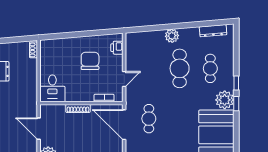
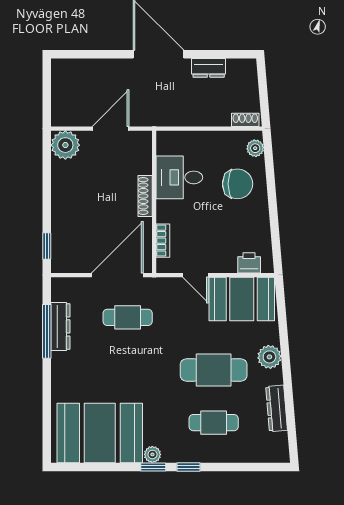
dresser: (213, 31) -> (277, 408), moved
plant: (50, 44) -> (255, 148), added
booth: (138, 52) -> (242, 299), added
chair: (90, 61) -> (238, 184), moved
desk: (52, 88) -> (179, 177), moved
plant: (225, 100) -> (152, 454), width x0.53, depth x0.53

